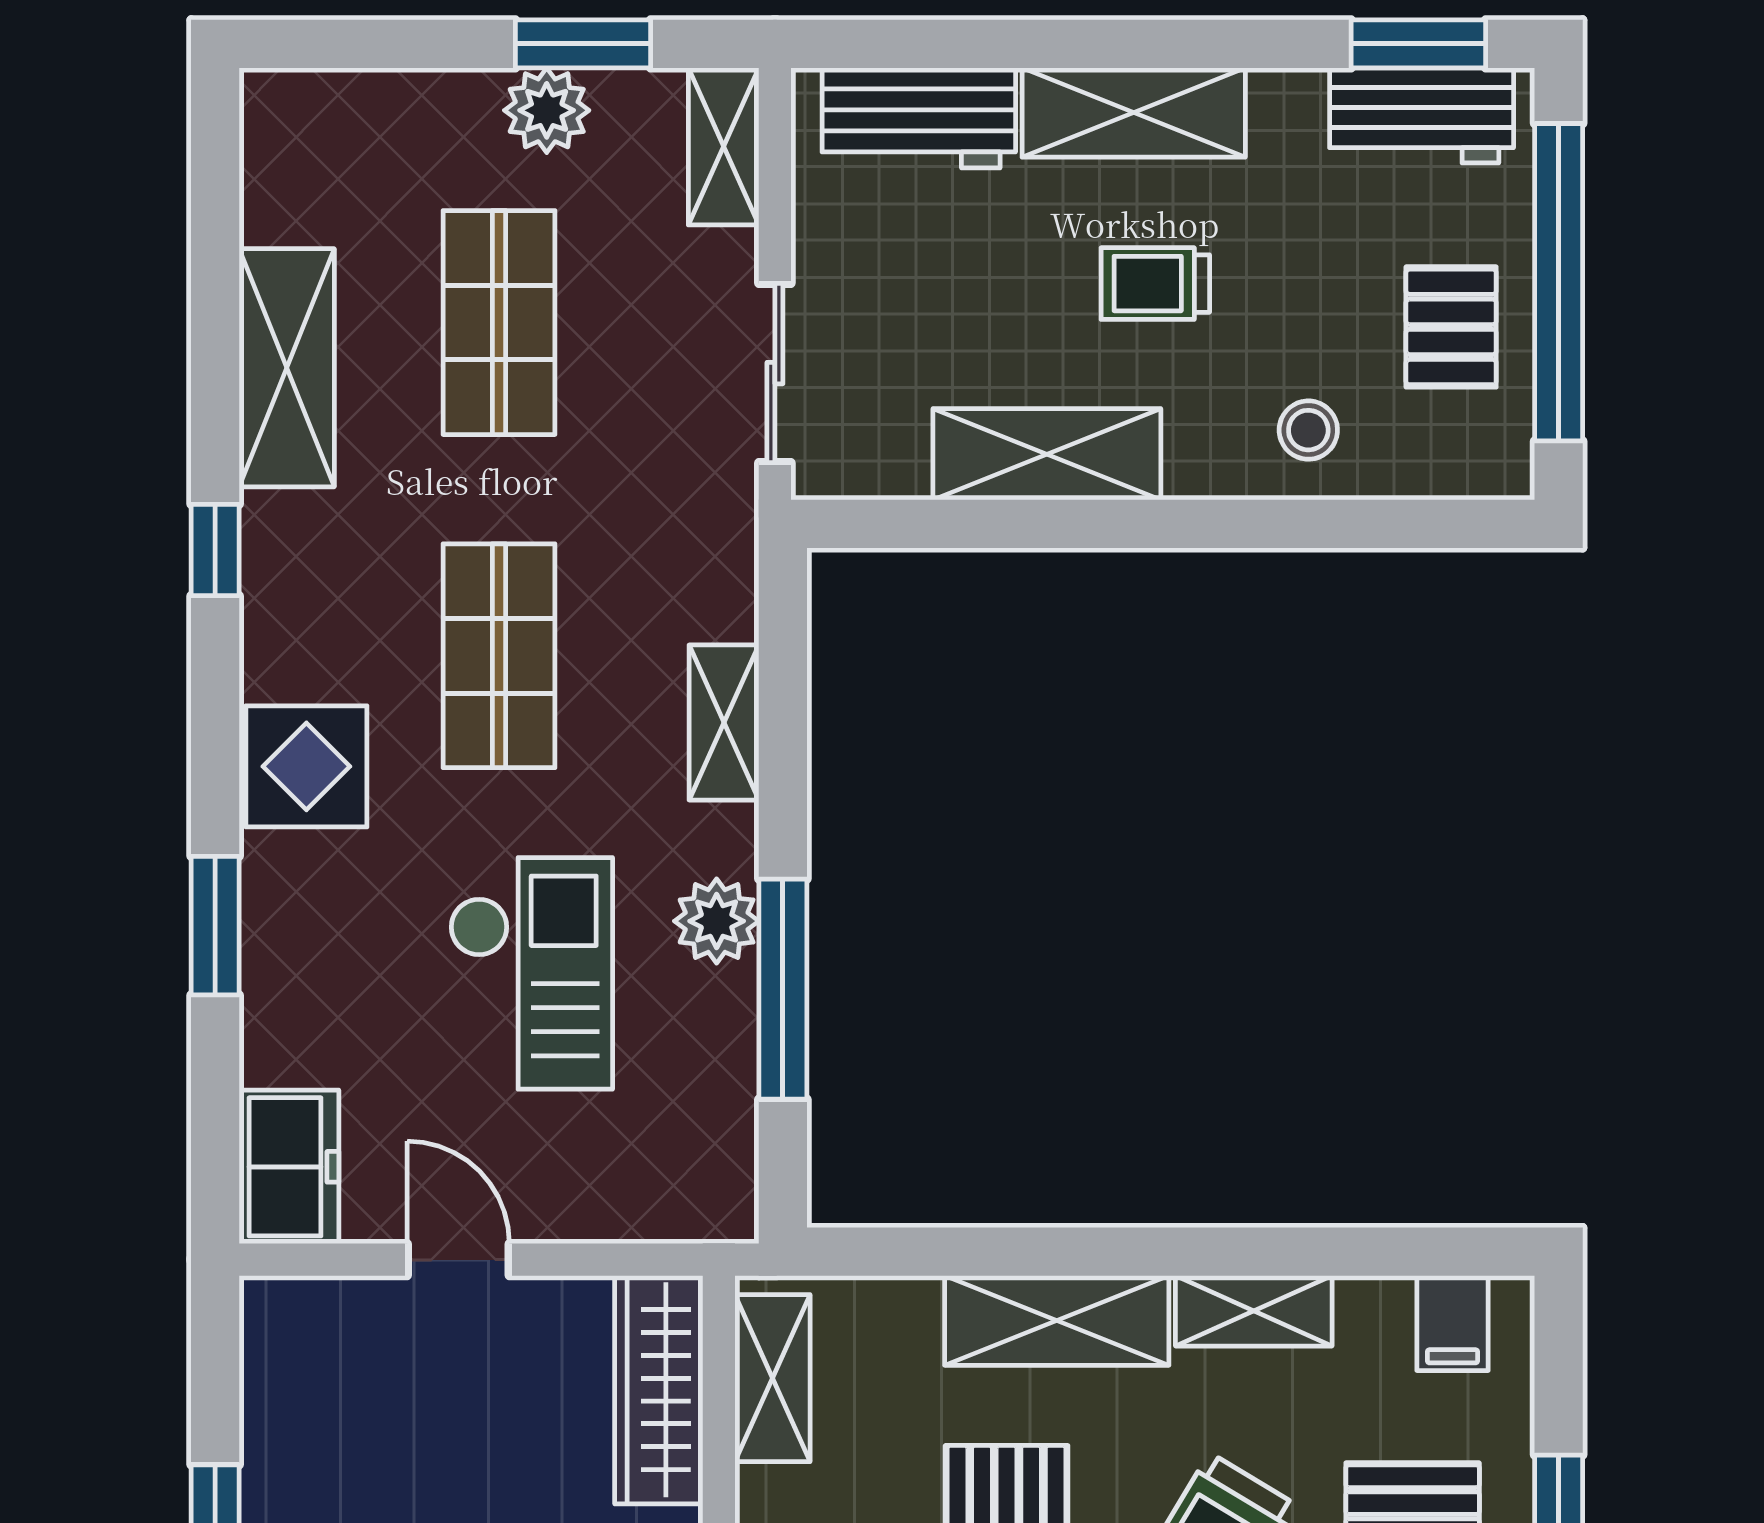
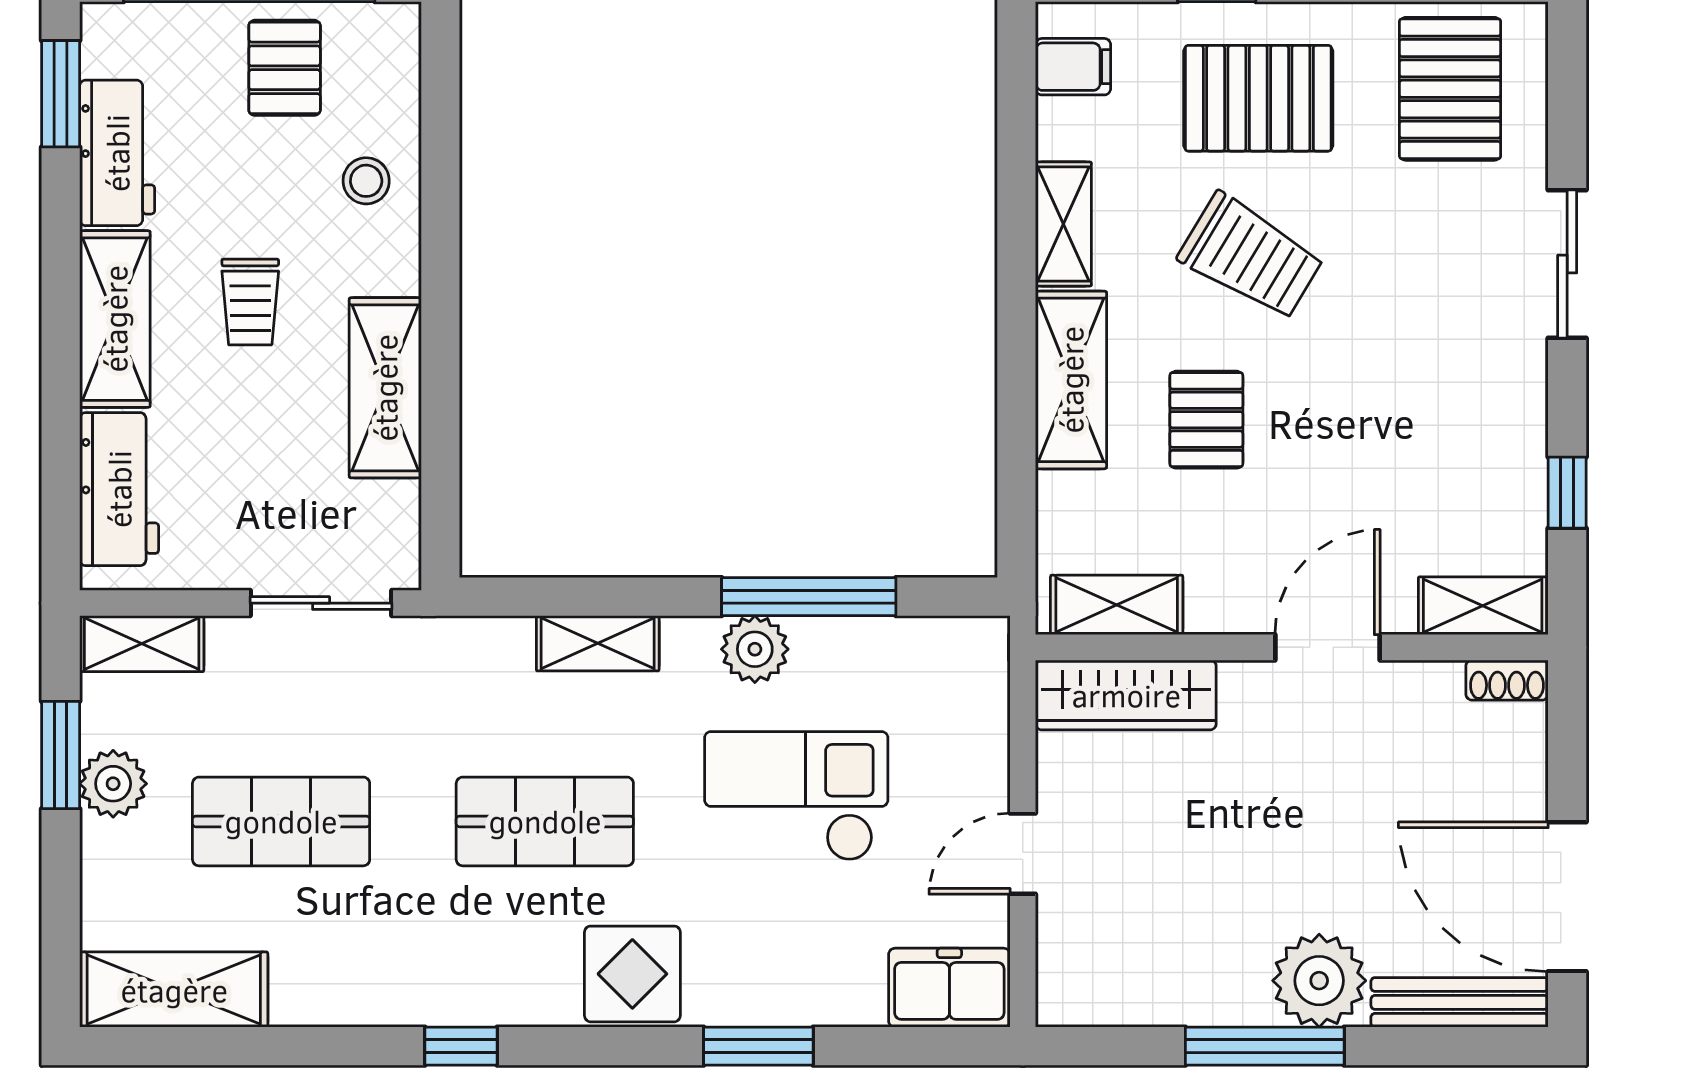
workbench: (1422, 115) -> (117, 153), moved
pallet: (1451, 327) -> (285, 68), turned 90
shelving: (287, 368) -> (174, 990), moved

